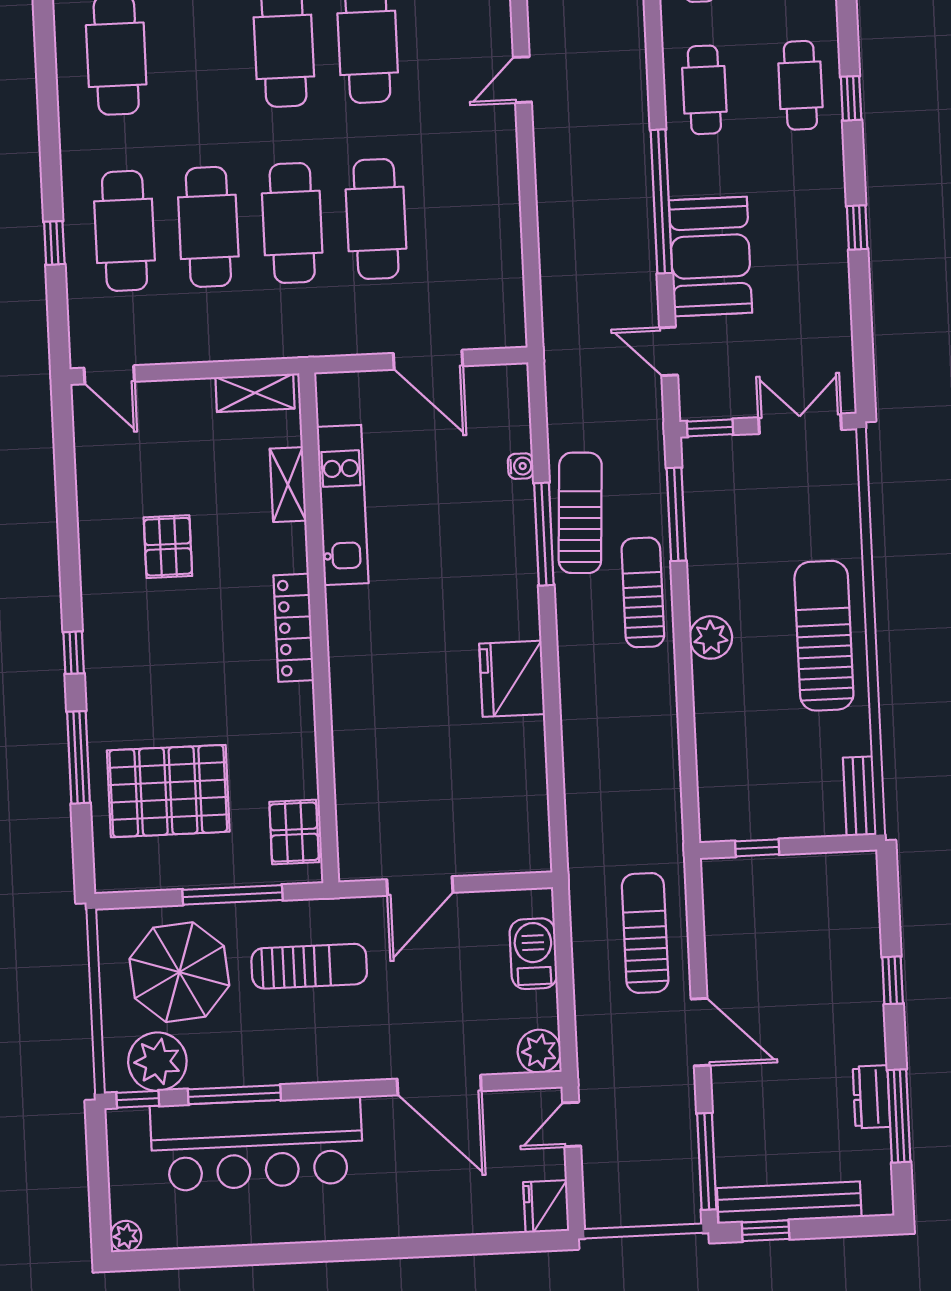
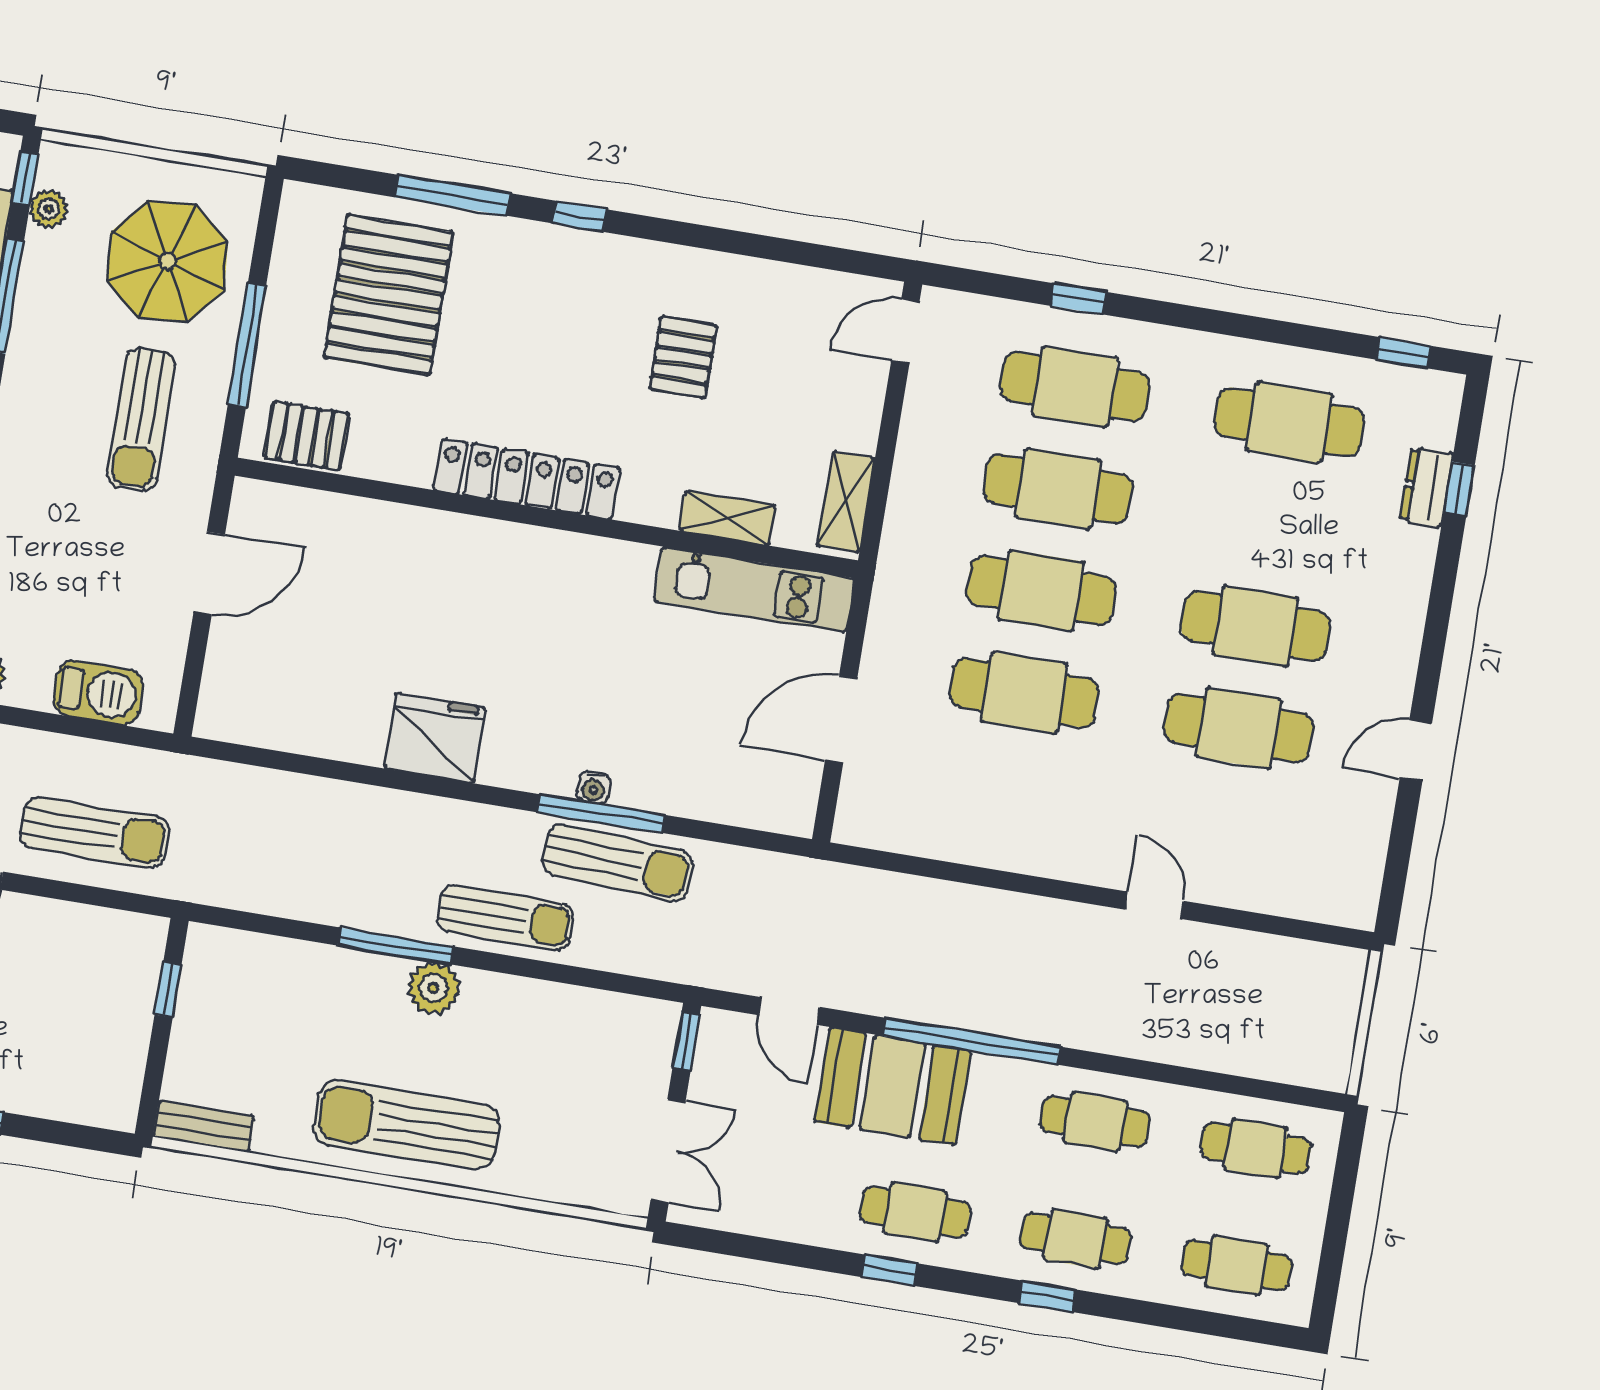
cafe table: (807, 217) -> (915, 1212), added
door: (669, 351) -> (789, 1011), swing flipped
water cooler: (521, 466) -> (594, 787), moved
kitchen unit: (343, 505) -> (754, 590), moved
window: (676, 514) -> (396, 946), moved
pallet: (168, 547) -> (683, 357), turned 90
locker: (294, 628) -> (527, 479), width x1.41, depth x1.21
sun lounger: (824, 636) -> (406, 1125), turned 180
door: (420, 886) -> (209, 573), swing flipped
plant: (157, 1062) -> (49, 209), width x0.53, depth x0.53

